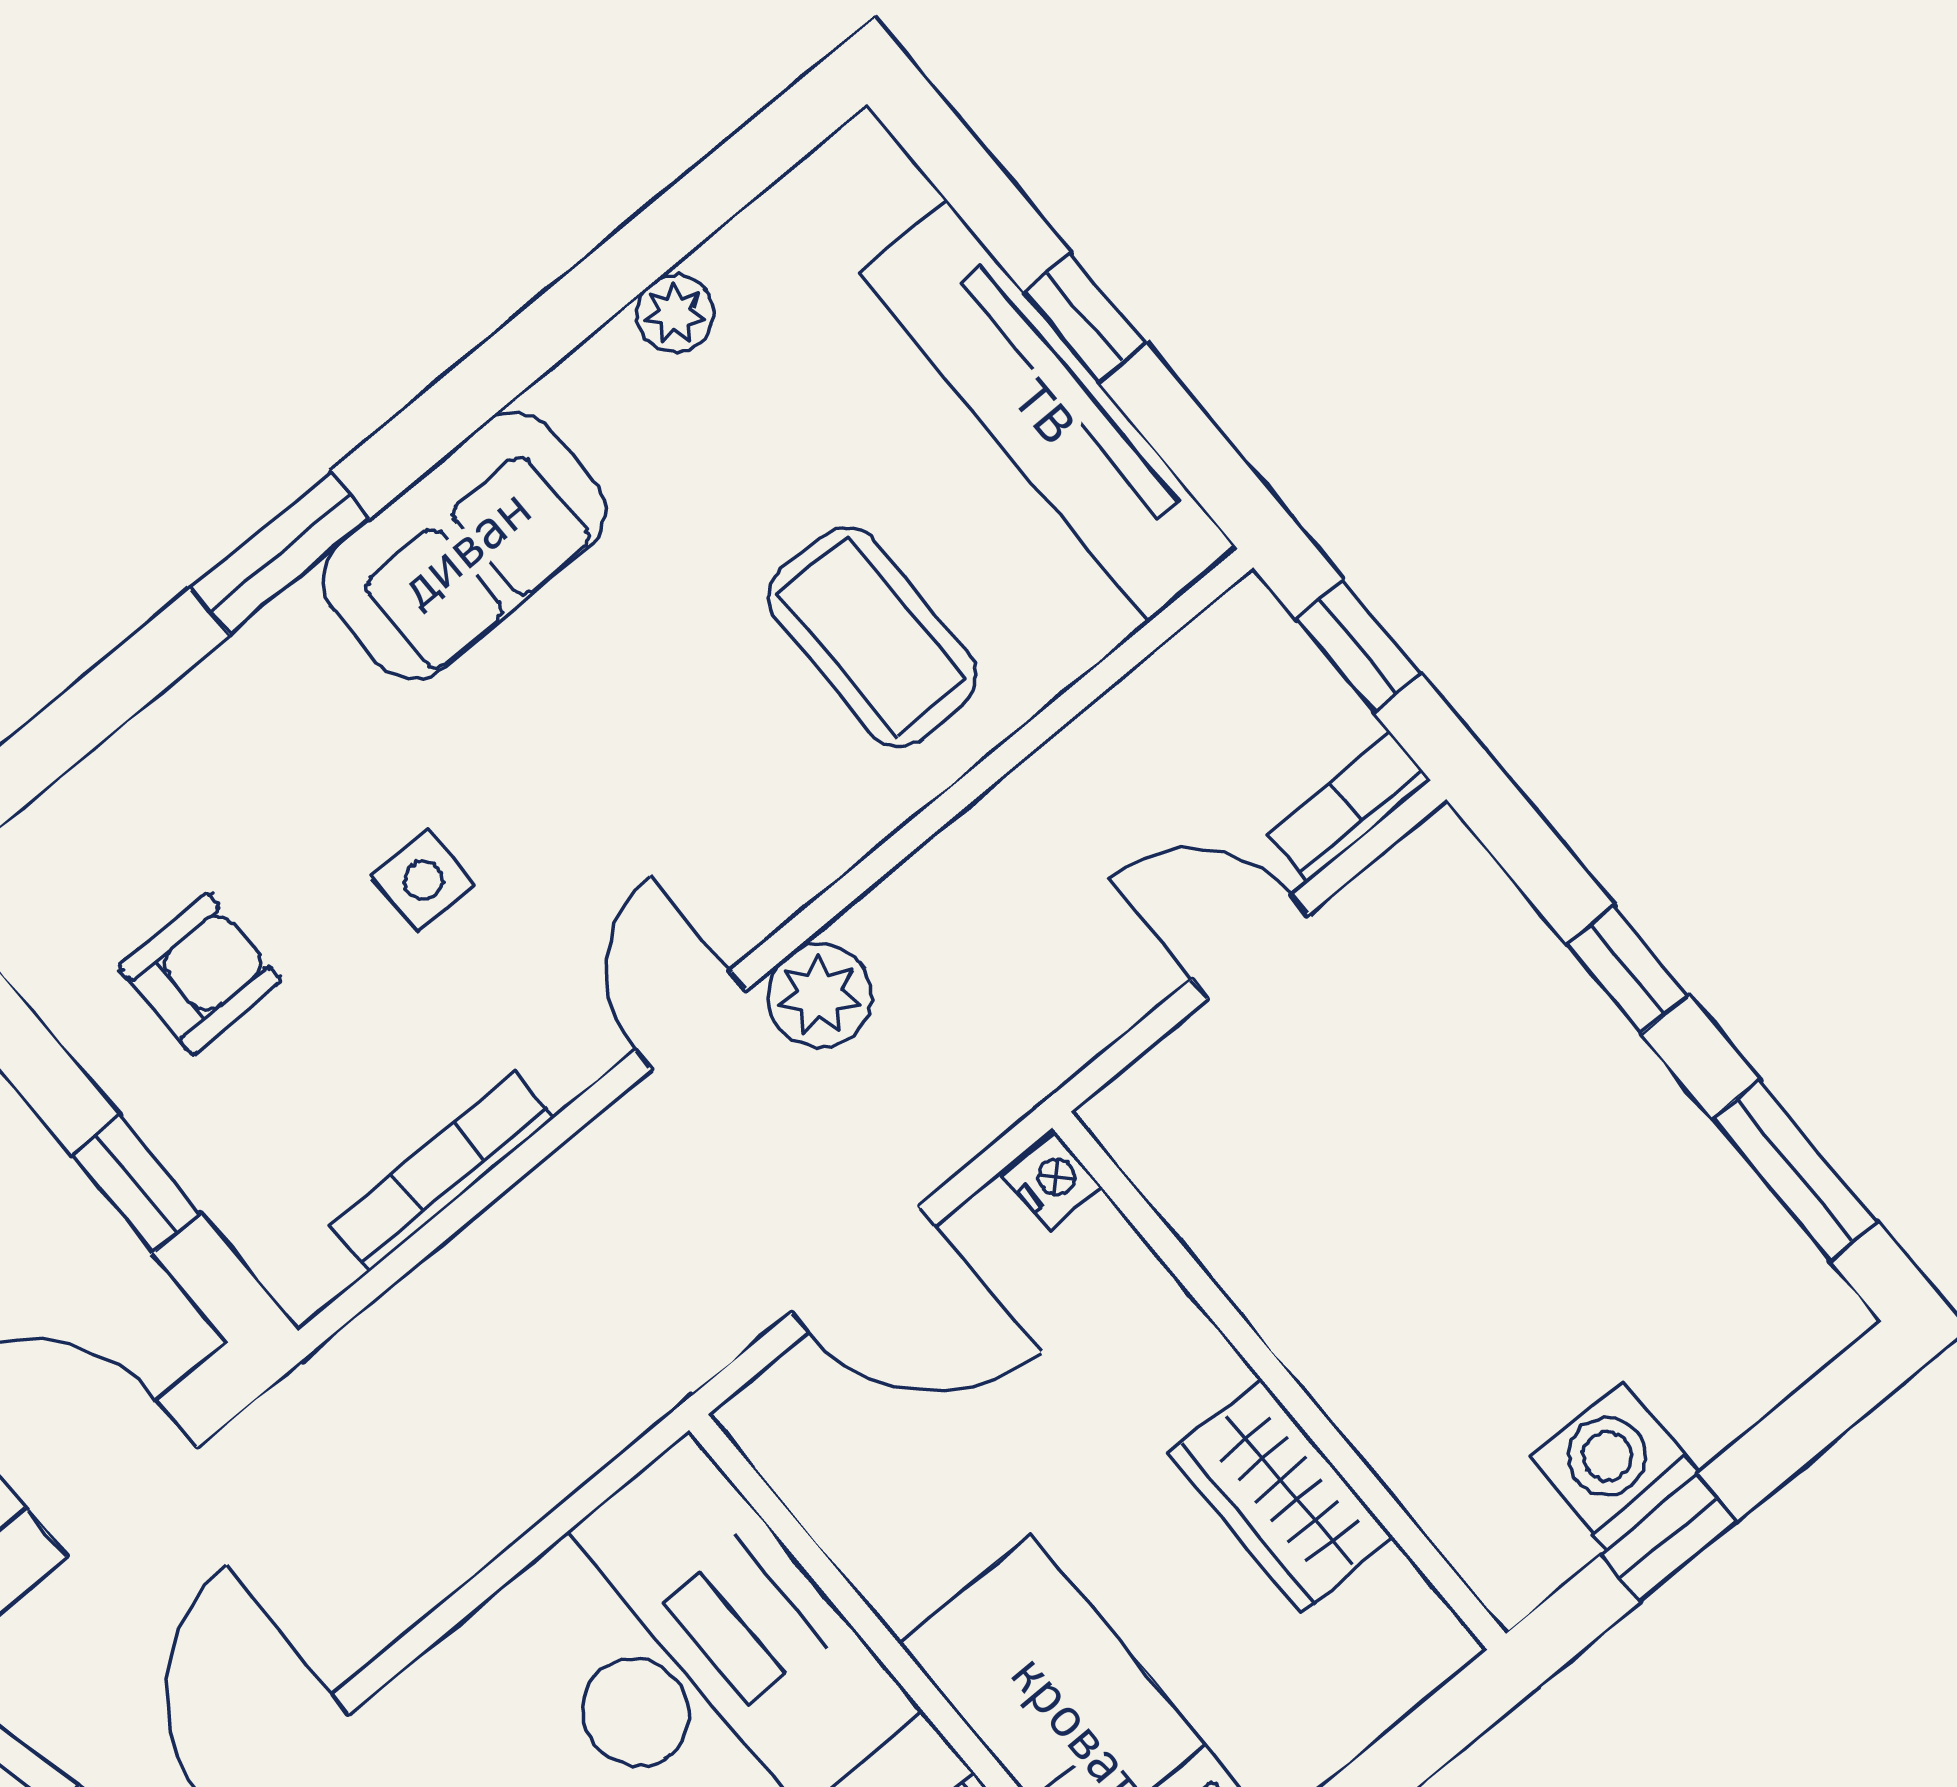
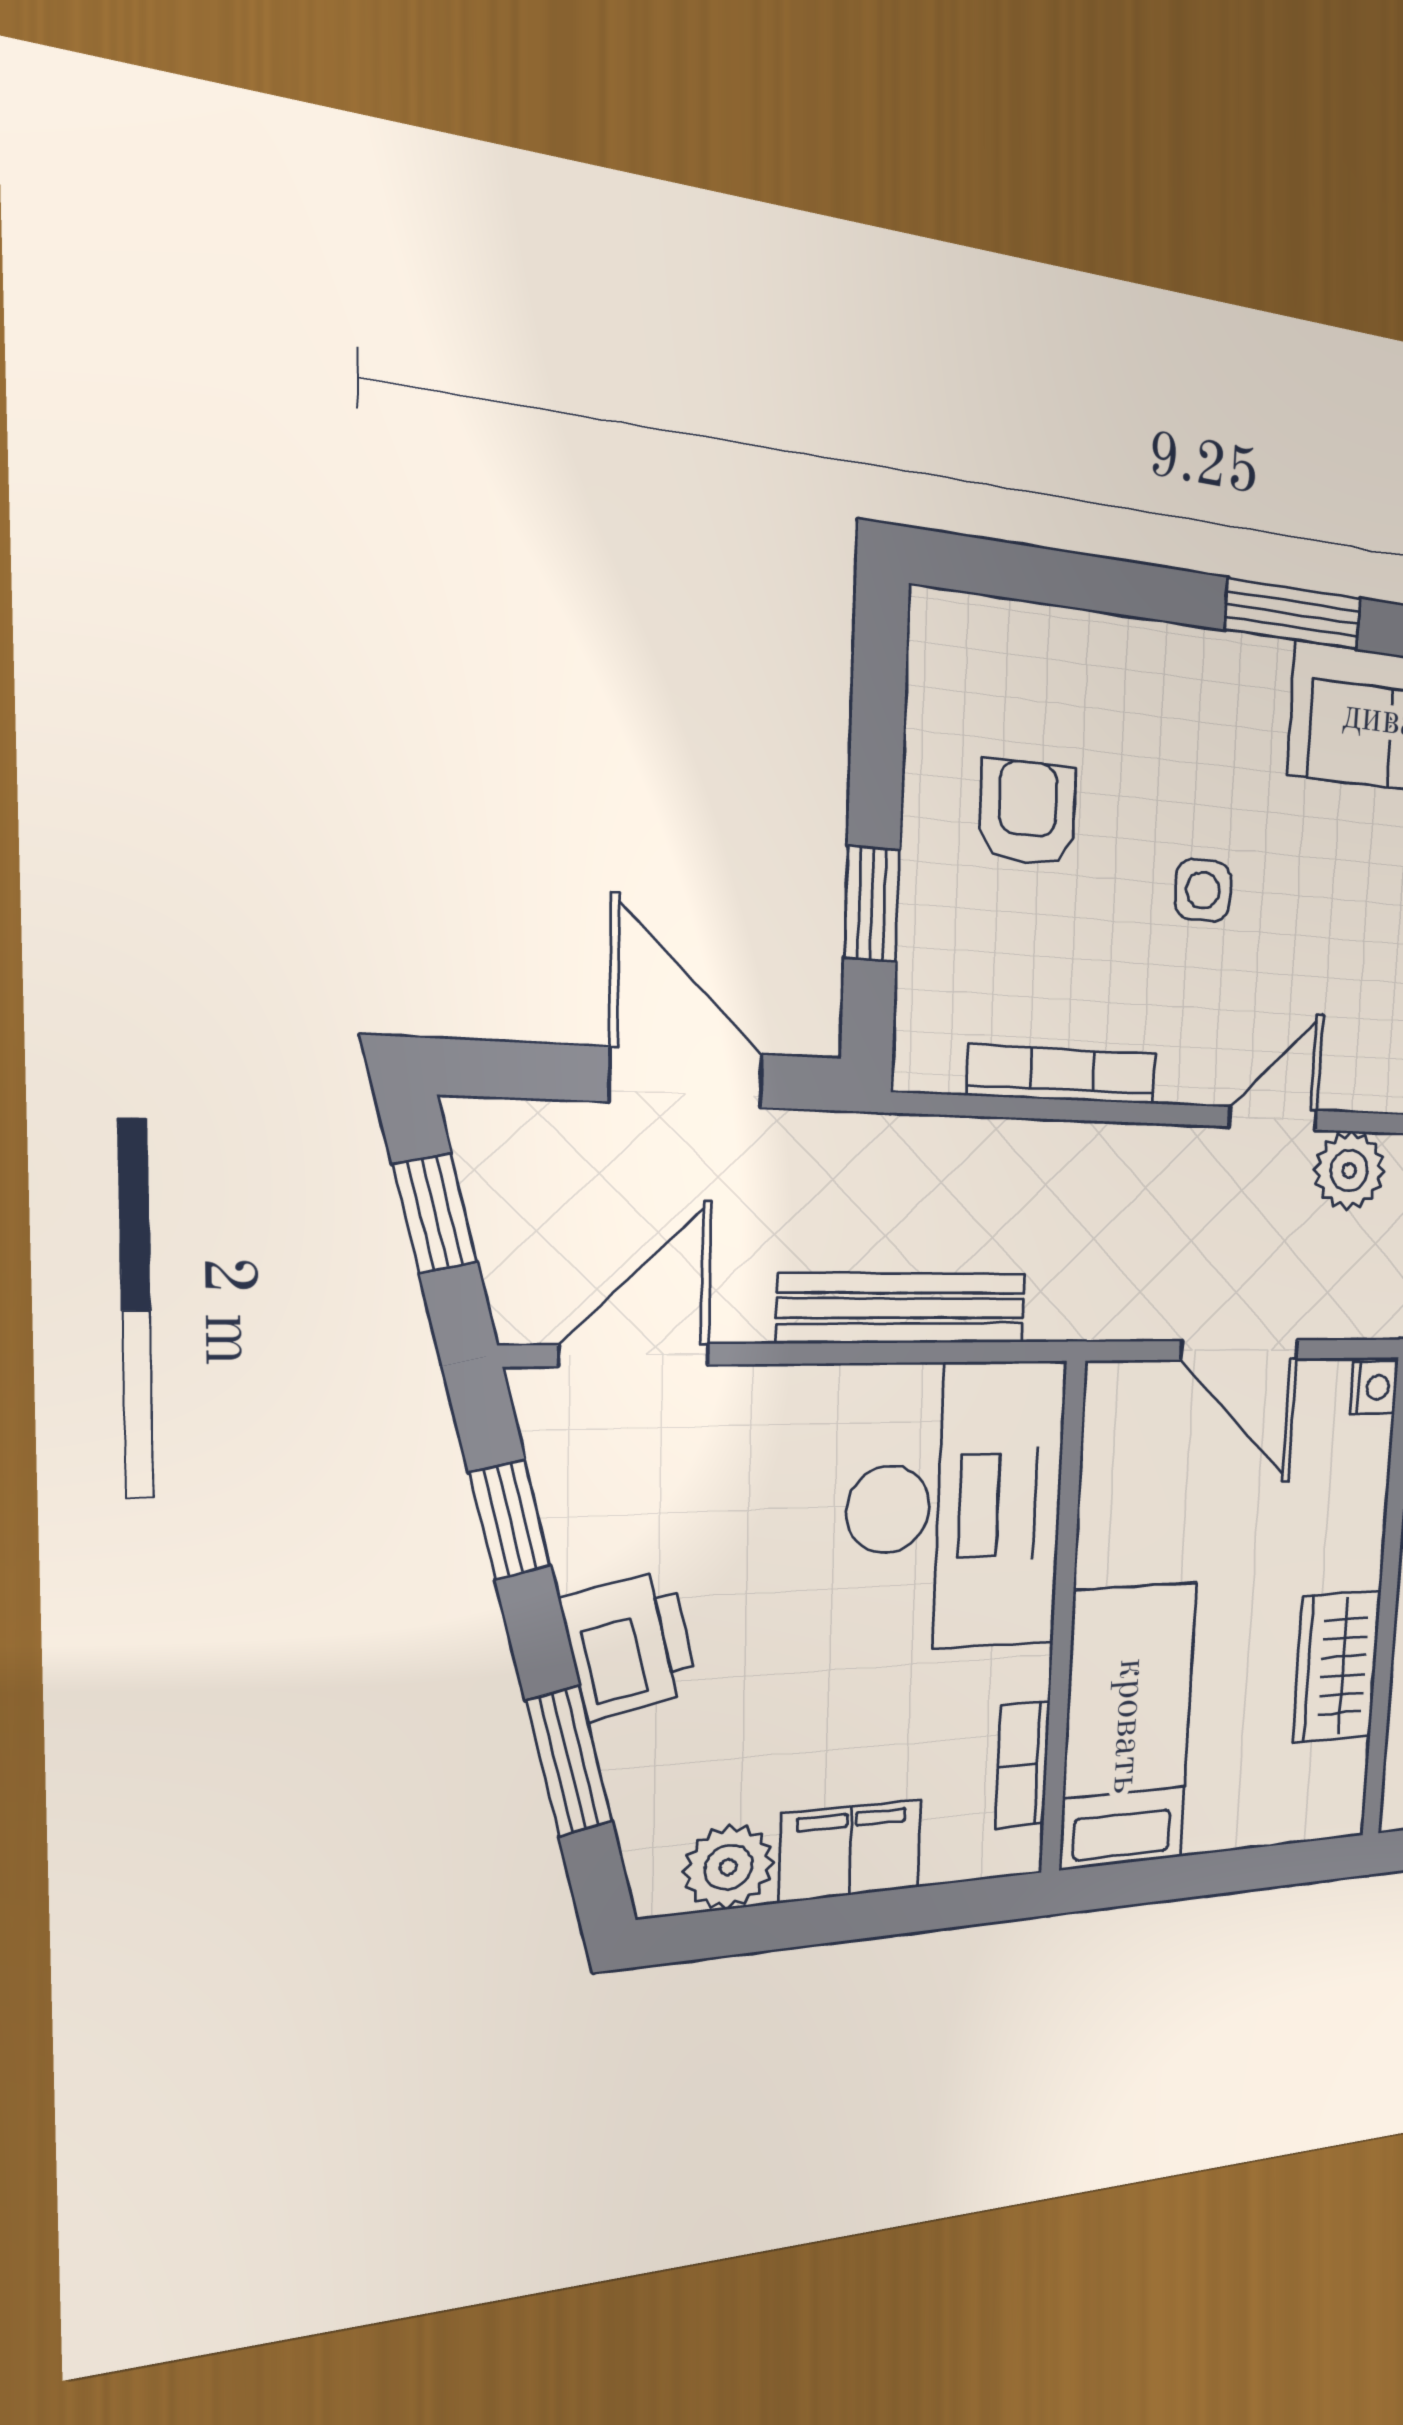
armchair: (200, 974) -> (1027, 813), turned -90
bench: (483, 1515) -> (903, 1308), added

